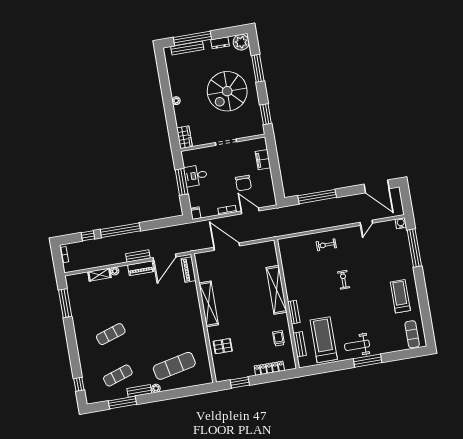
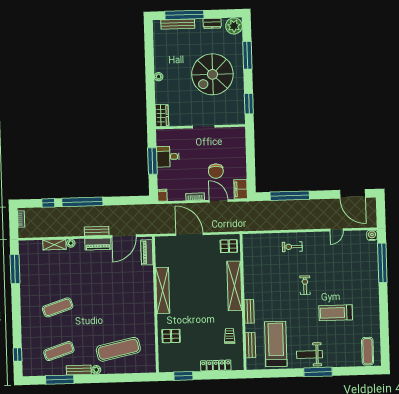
filing cabinet: (263, 160) -> (241, 189), moved
pallet: (266, 253) -> (229, 246), added
treadmill: (400, 296) -> (336, 313), moved, turned -90

